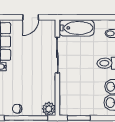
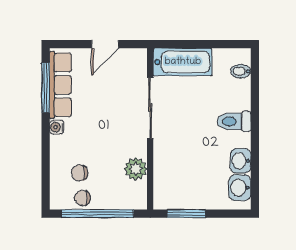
chair: (15, 94) -> (80, 173), added
plant: (49, 109) -> (136, 169), moved

